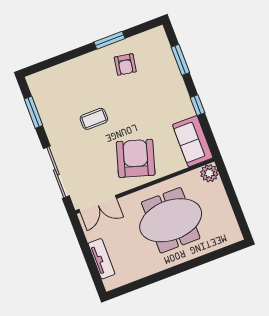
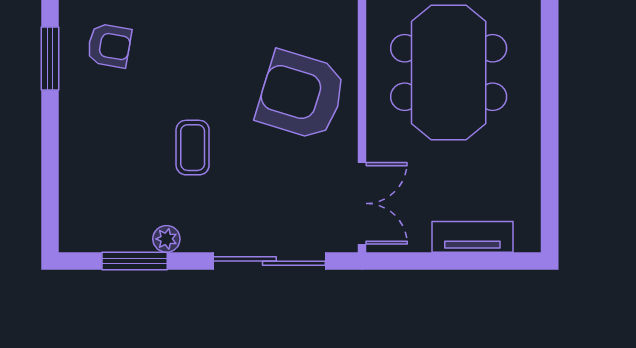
plant: (49, 123) -> (166, 239), added

